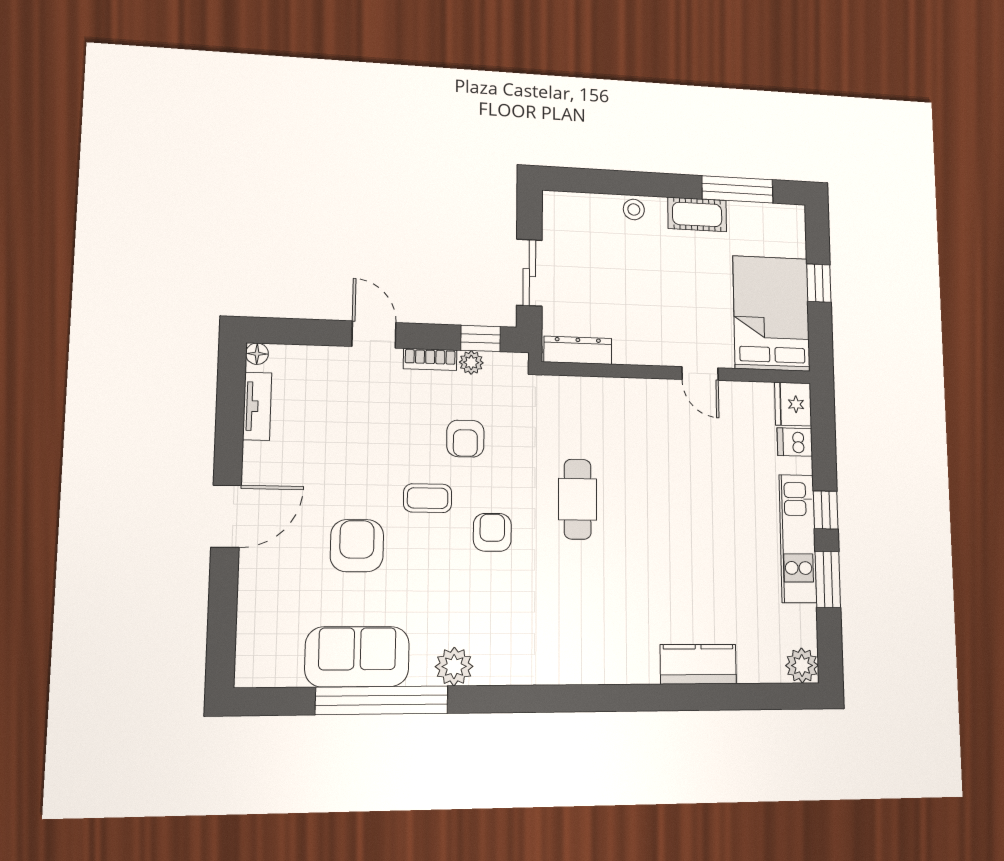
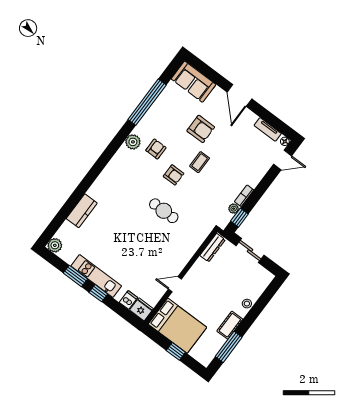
door: (374, 334) -> (283, 160), moved
armchair: (465, 439) -> (156, 149), moved, turned 90
sofa: (357, 657) -> (194, 82), moved, turned 90
plant: (454, 667) -> (133, 142), moved

